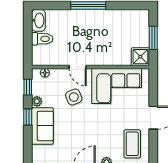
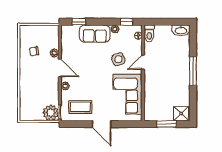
toilet: (42, 39) -> (149, 33), moved
shower: (140, 57) -> (181, 113), moved
window: (28, 117) -> (79, 22), moved

